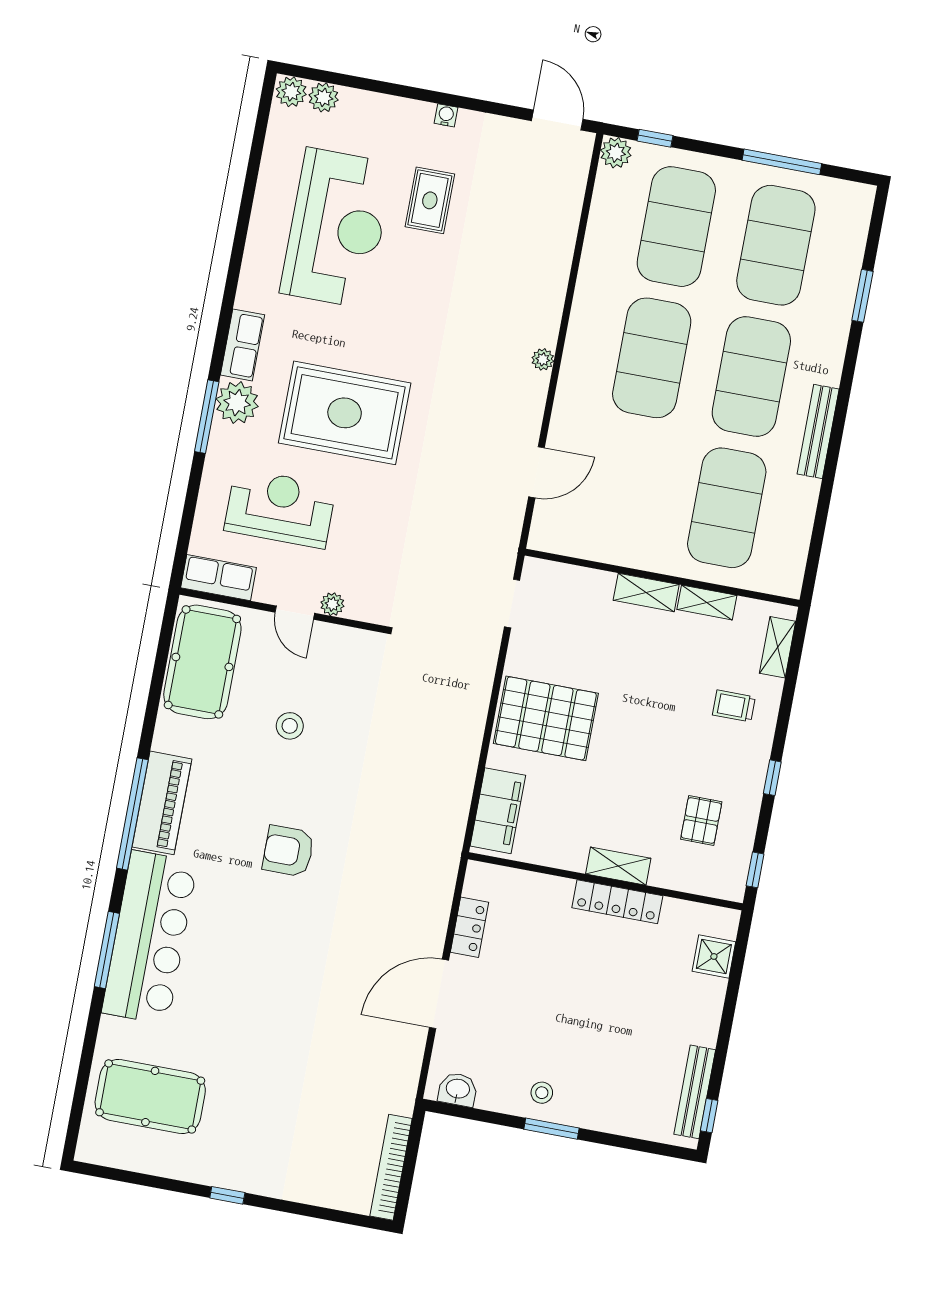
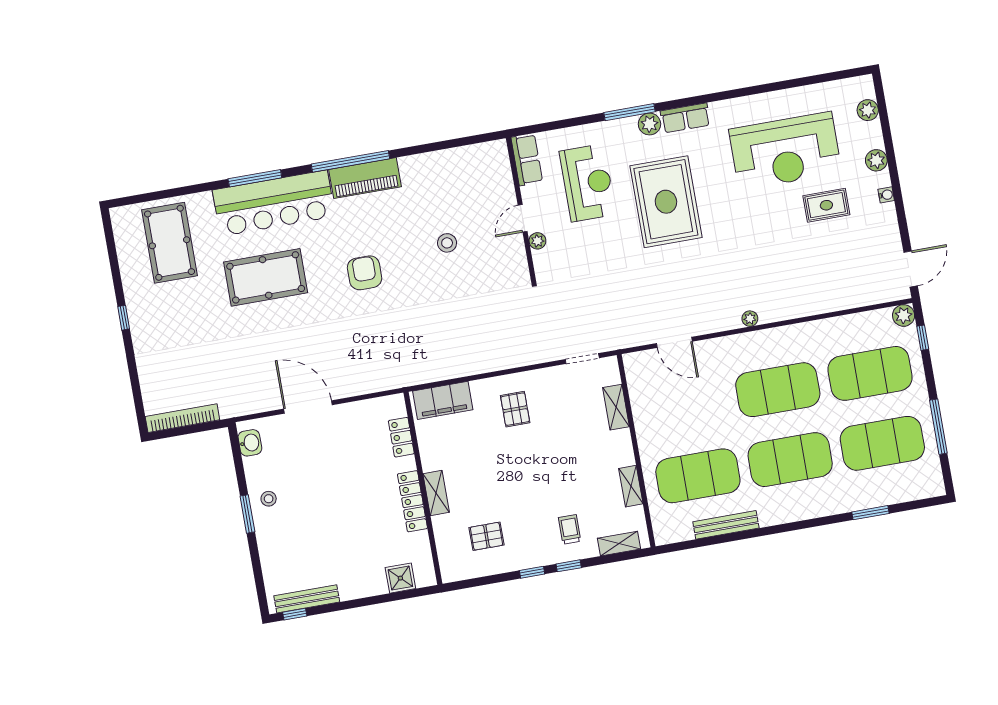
plant: (291, 92) -> (876, 160), moved
plant: (237, 403) -> (649, 124), width x0.73, depth x0.73
bench: (818, 431) -> (726, 525), moved
shelving: (646, 592) -> (616, 407), moved
pool table: (202, 662) -> (266, 277), moved
pallet: (546, 718) -> (515, 409), width x0.49, depth x0.50
window: (755, 870) -> (569, 566), moved
locker: (469, 927) -> (401, 437), moved, turned 90

